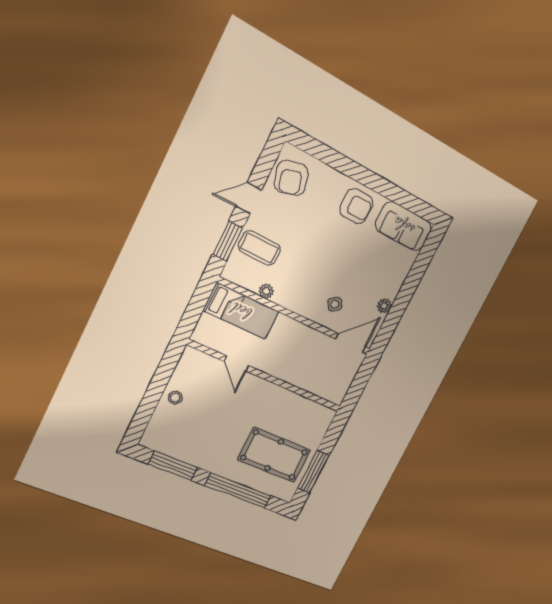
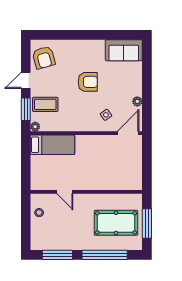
armchair: (356, 206) -> (88, 82), moved
plant: (266, 291) -> (35, 127), moved
door: (236, 364) -> (65, 192), moved
wall: (266, 377) -> (86, 192), moved

